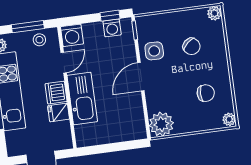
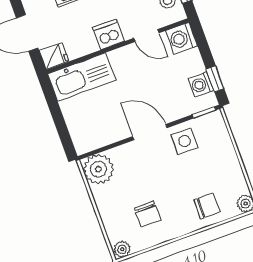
chair: (192, 46) -> (207, 206), moved, turned -138
kitchen sink: (82, 98) -> (82, 77), moved
fridge: (59, 112) -> (54, 56), moved, turned 90

